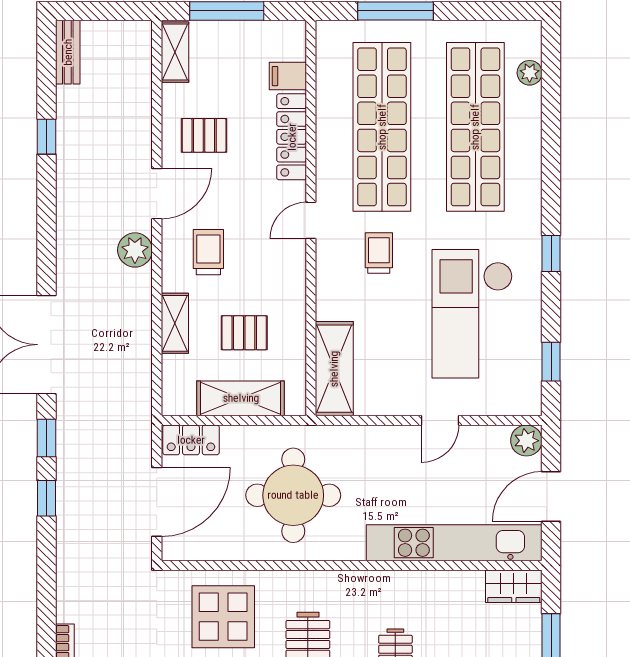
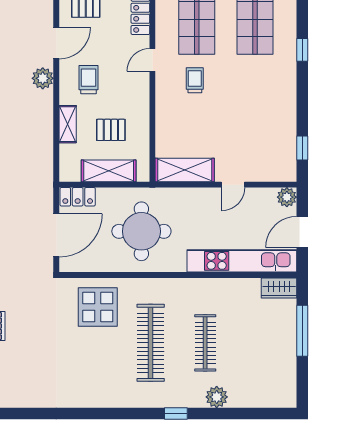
window: (551, 253) -> (302, 50), moved
checkout: (472, 314) -> (253, 118), removed
shelving: (334, 369) -> (185, 170), moved, turned 90

